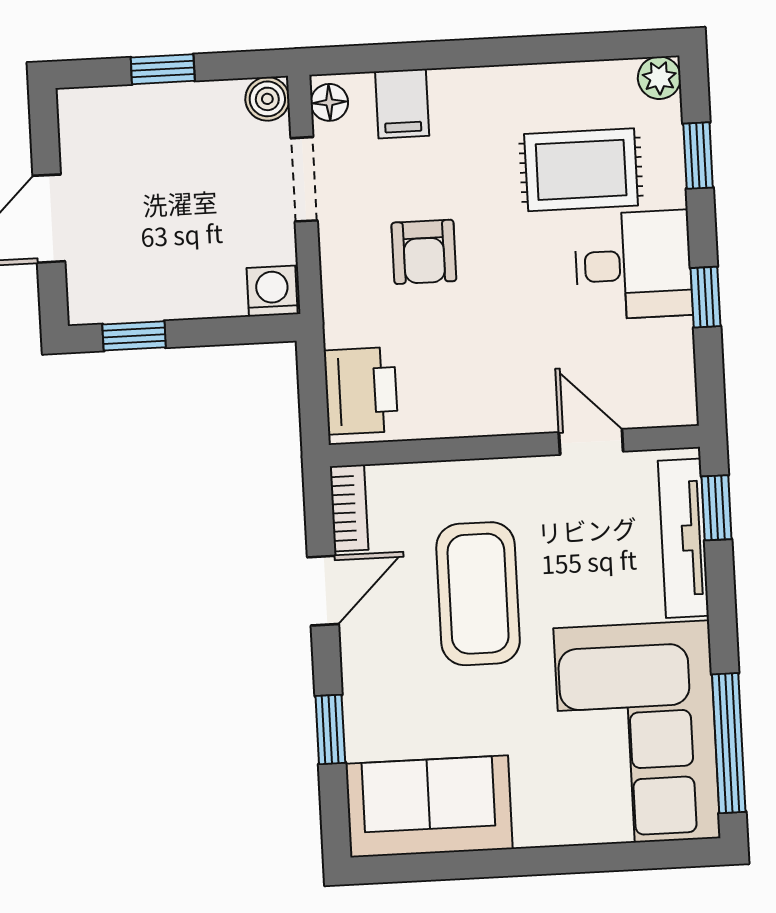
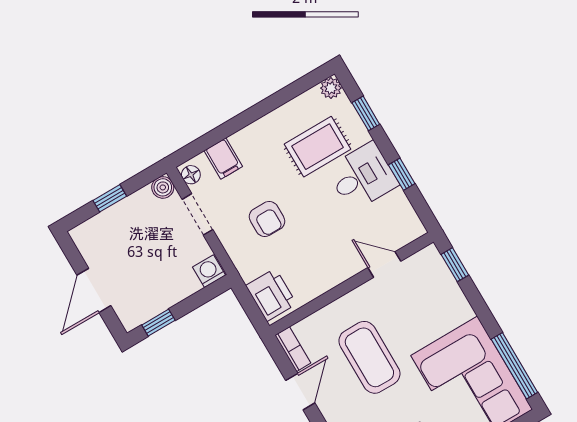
tv unit: (683, 538) -> (447, 286), removed

